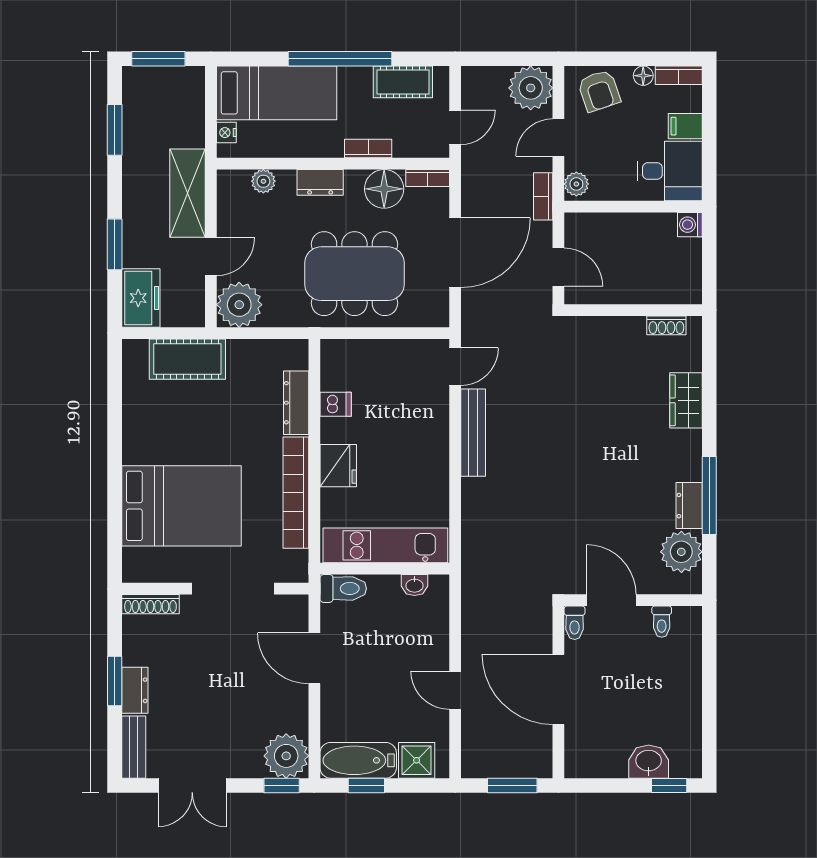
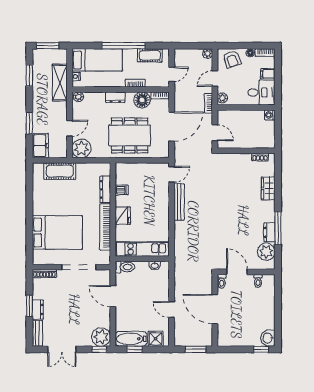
plant: (531, 88) -> (208, 54), width x0.53, depth x0.53
plant: (263, 181) -> (78, 97), moved
shelving: (187, 193) -> (60, 83), moved
washbasin: (649, 762) -> (268, 338), moved, turned -90

